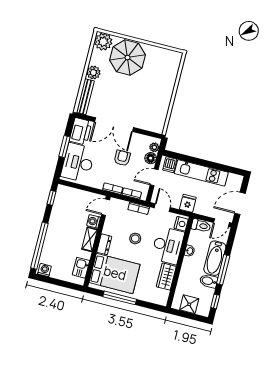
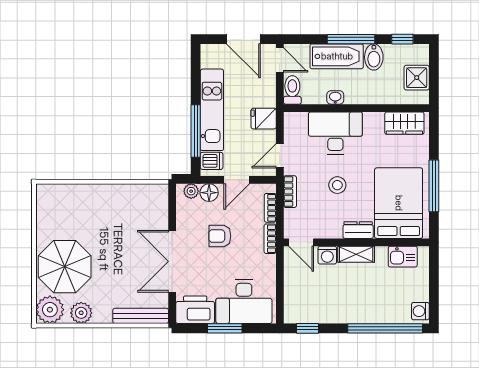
plant: (93, 73) -> (81, 313), moved
double door: (114, 125) -> (172, 261), swing flipped
window: (191, 160) -> (196, 131), added
door: (154, 177) -> (237, 180), hinge flipped
nightstand: (181, 224) -> (297, 121), removed
wardrobe: (166, 277) -> (404, 123), moved

